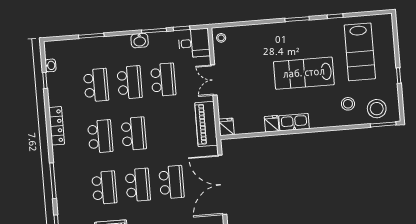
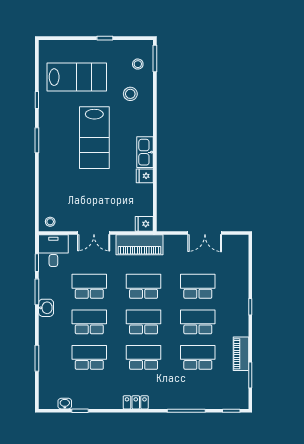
stool: (377, 109) -> (138, 64), width x0.53, depth x0.53
locker: (57, 126) -> (136, 402), width x0.66
school desk: (167, 131) -> (144, 286), added
double door: (222, 185) -> (205, 233), width x0.54

